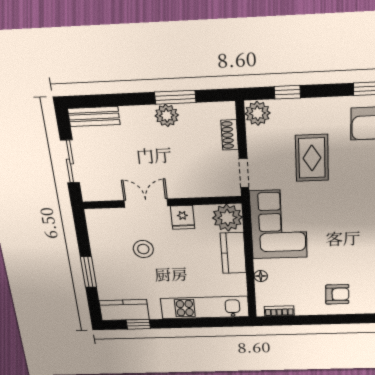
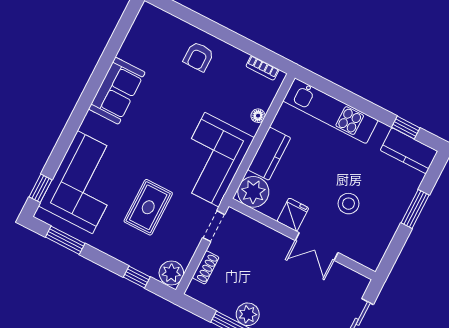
armchair: (337, 294) -> (198, 57), turned -90

